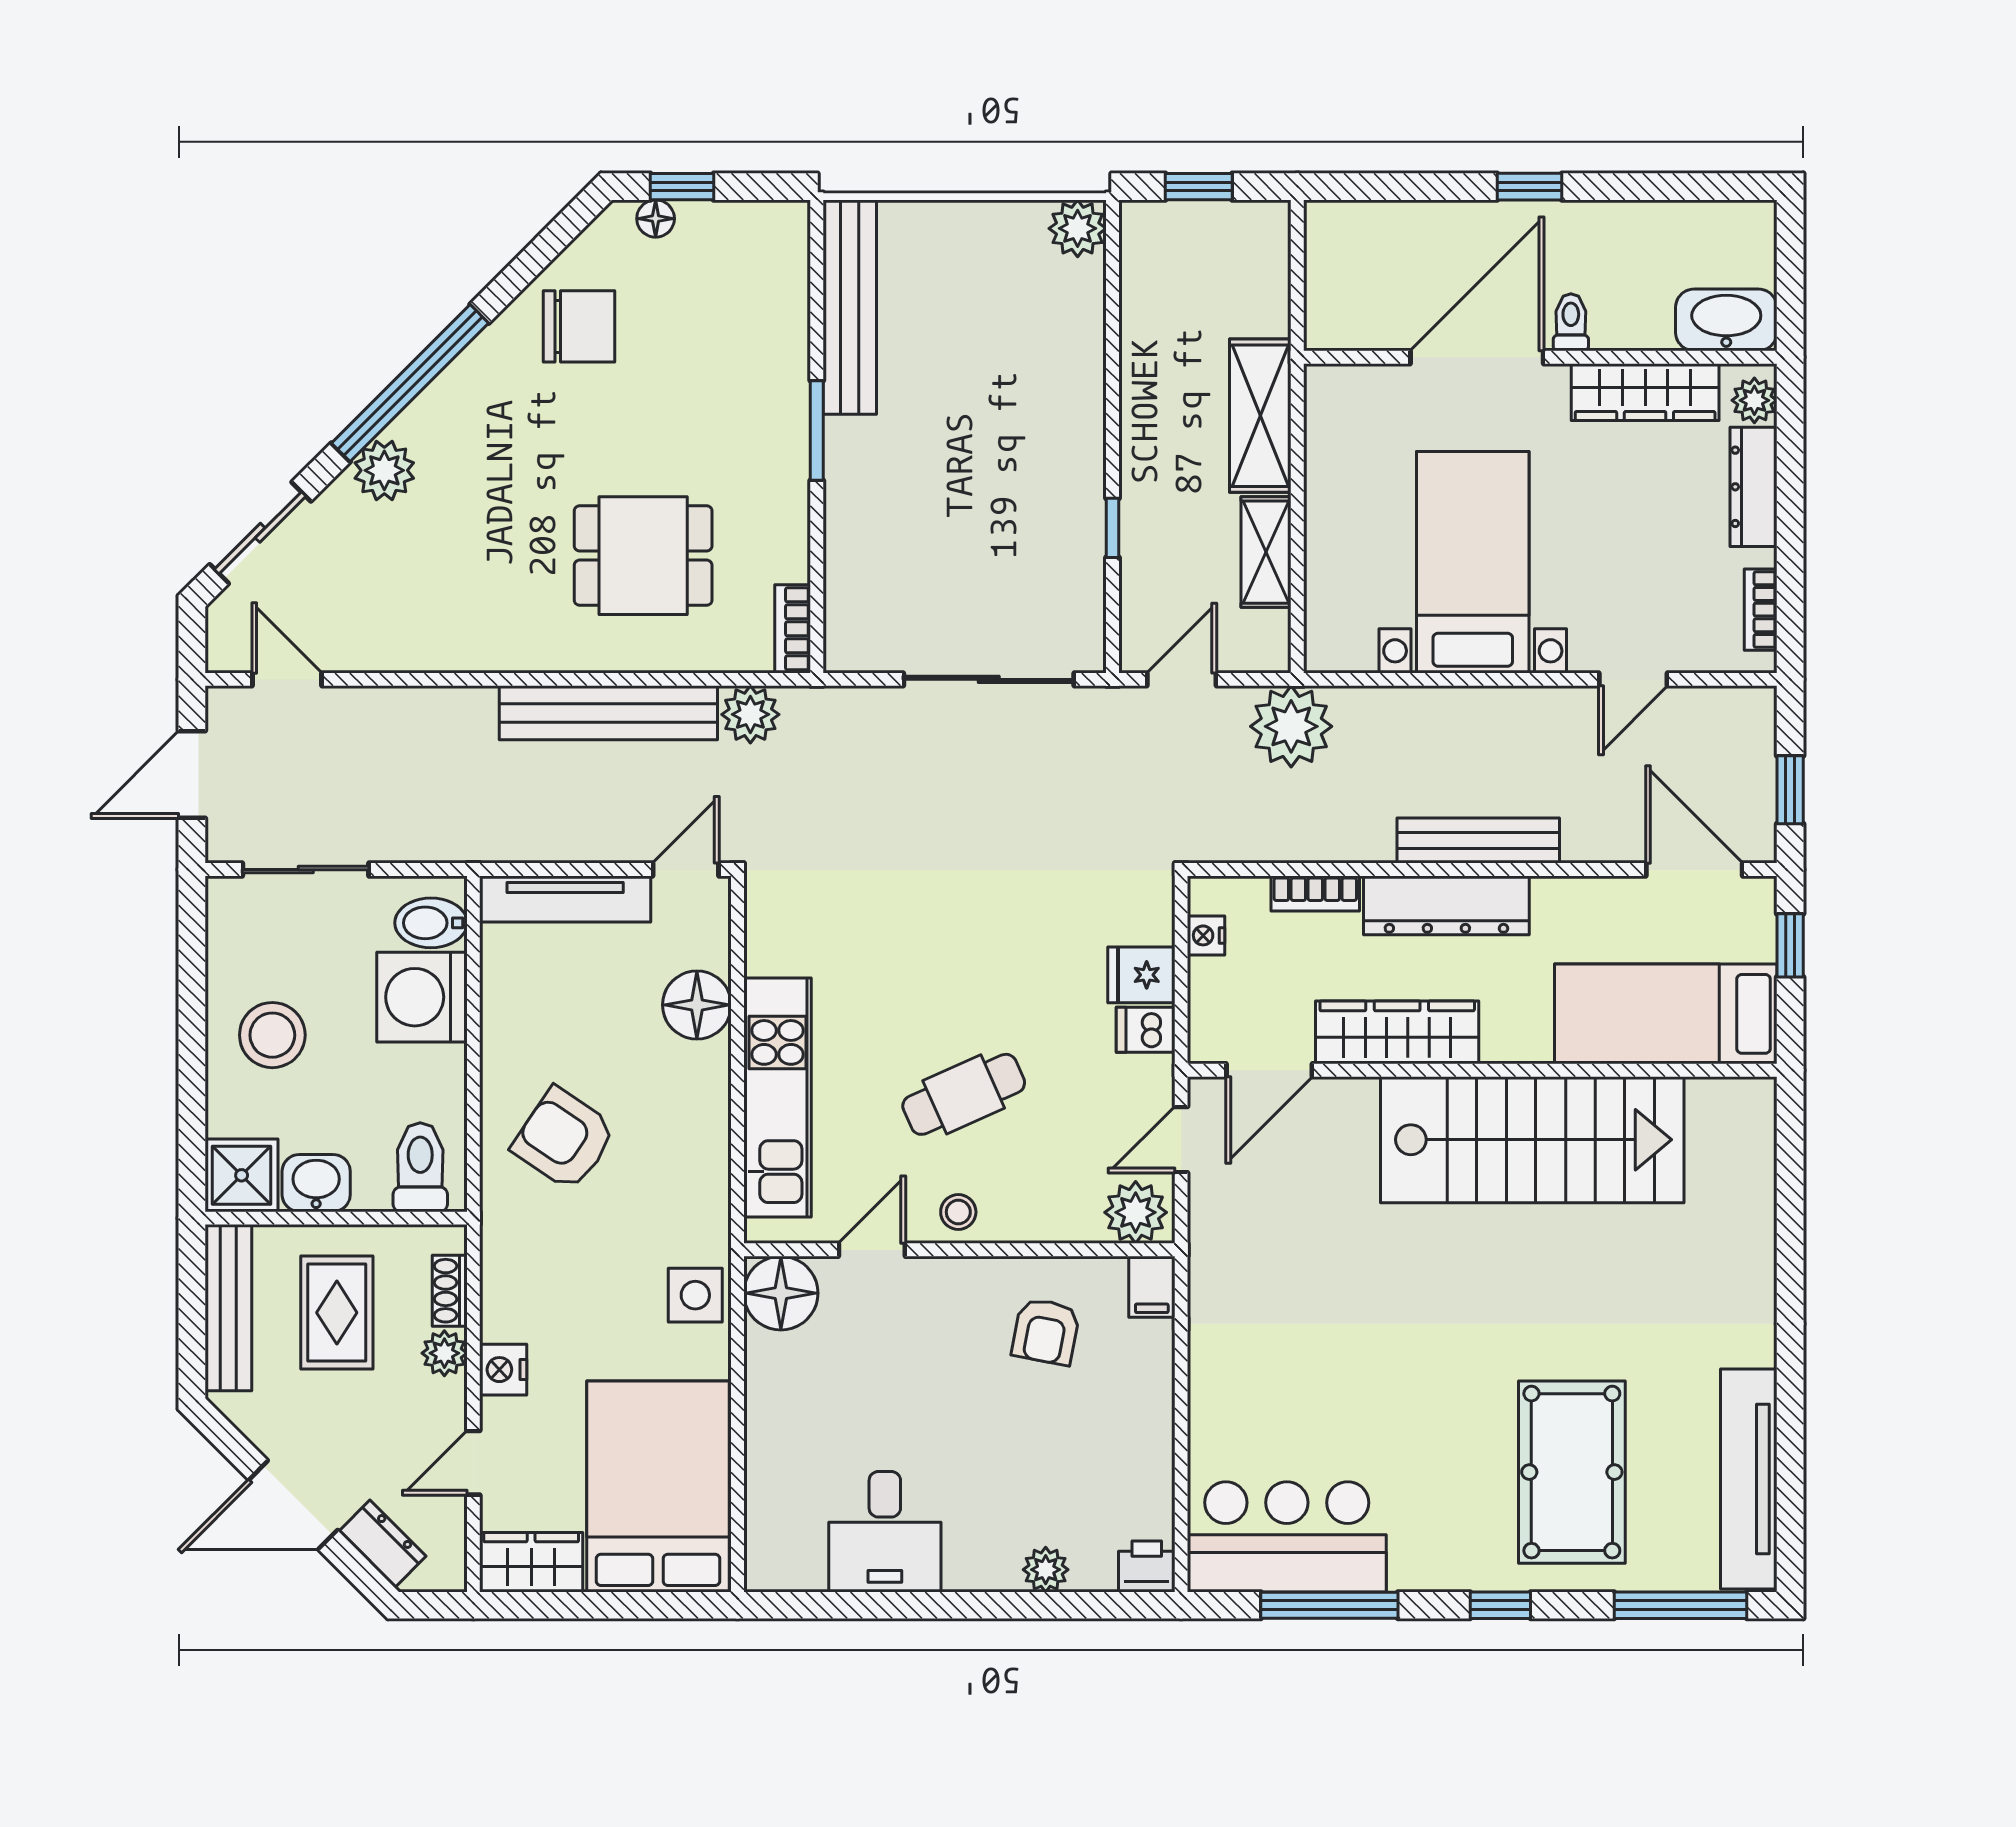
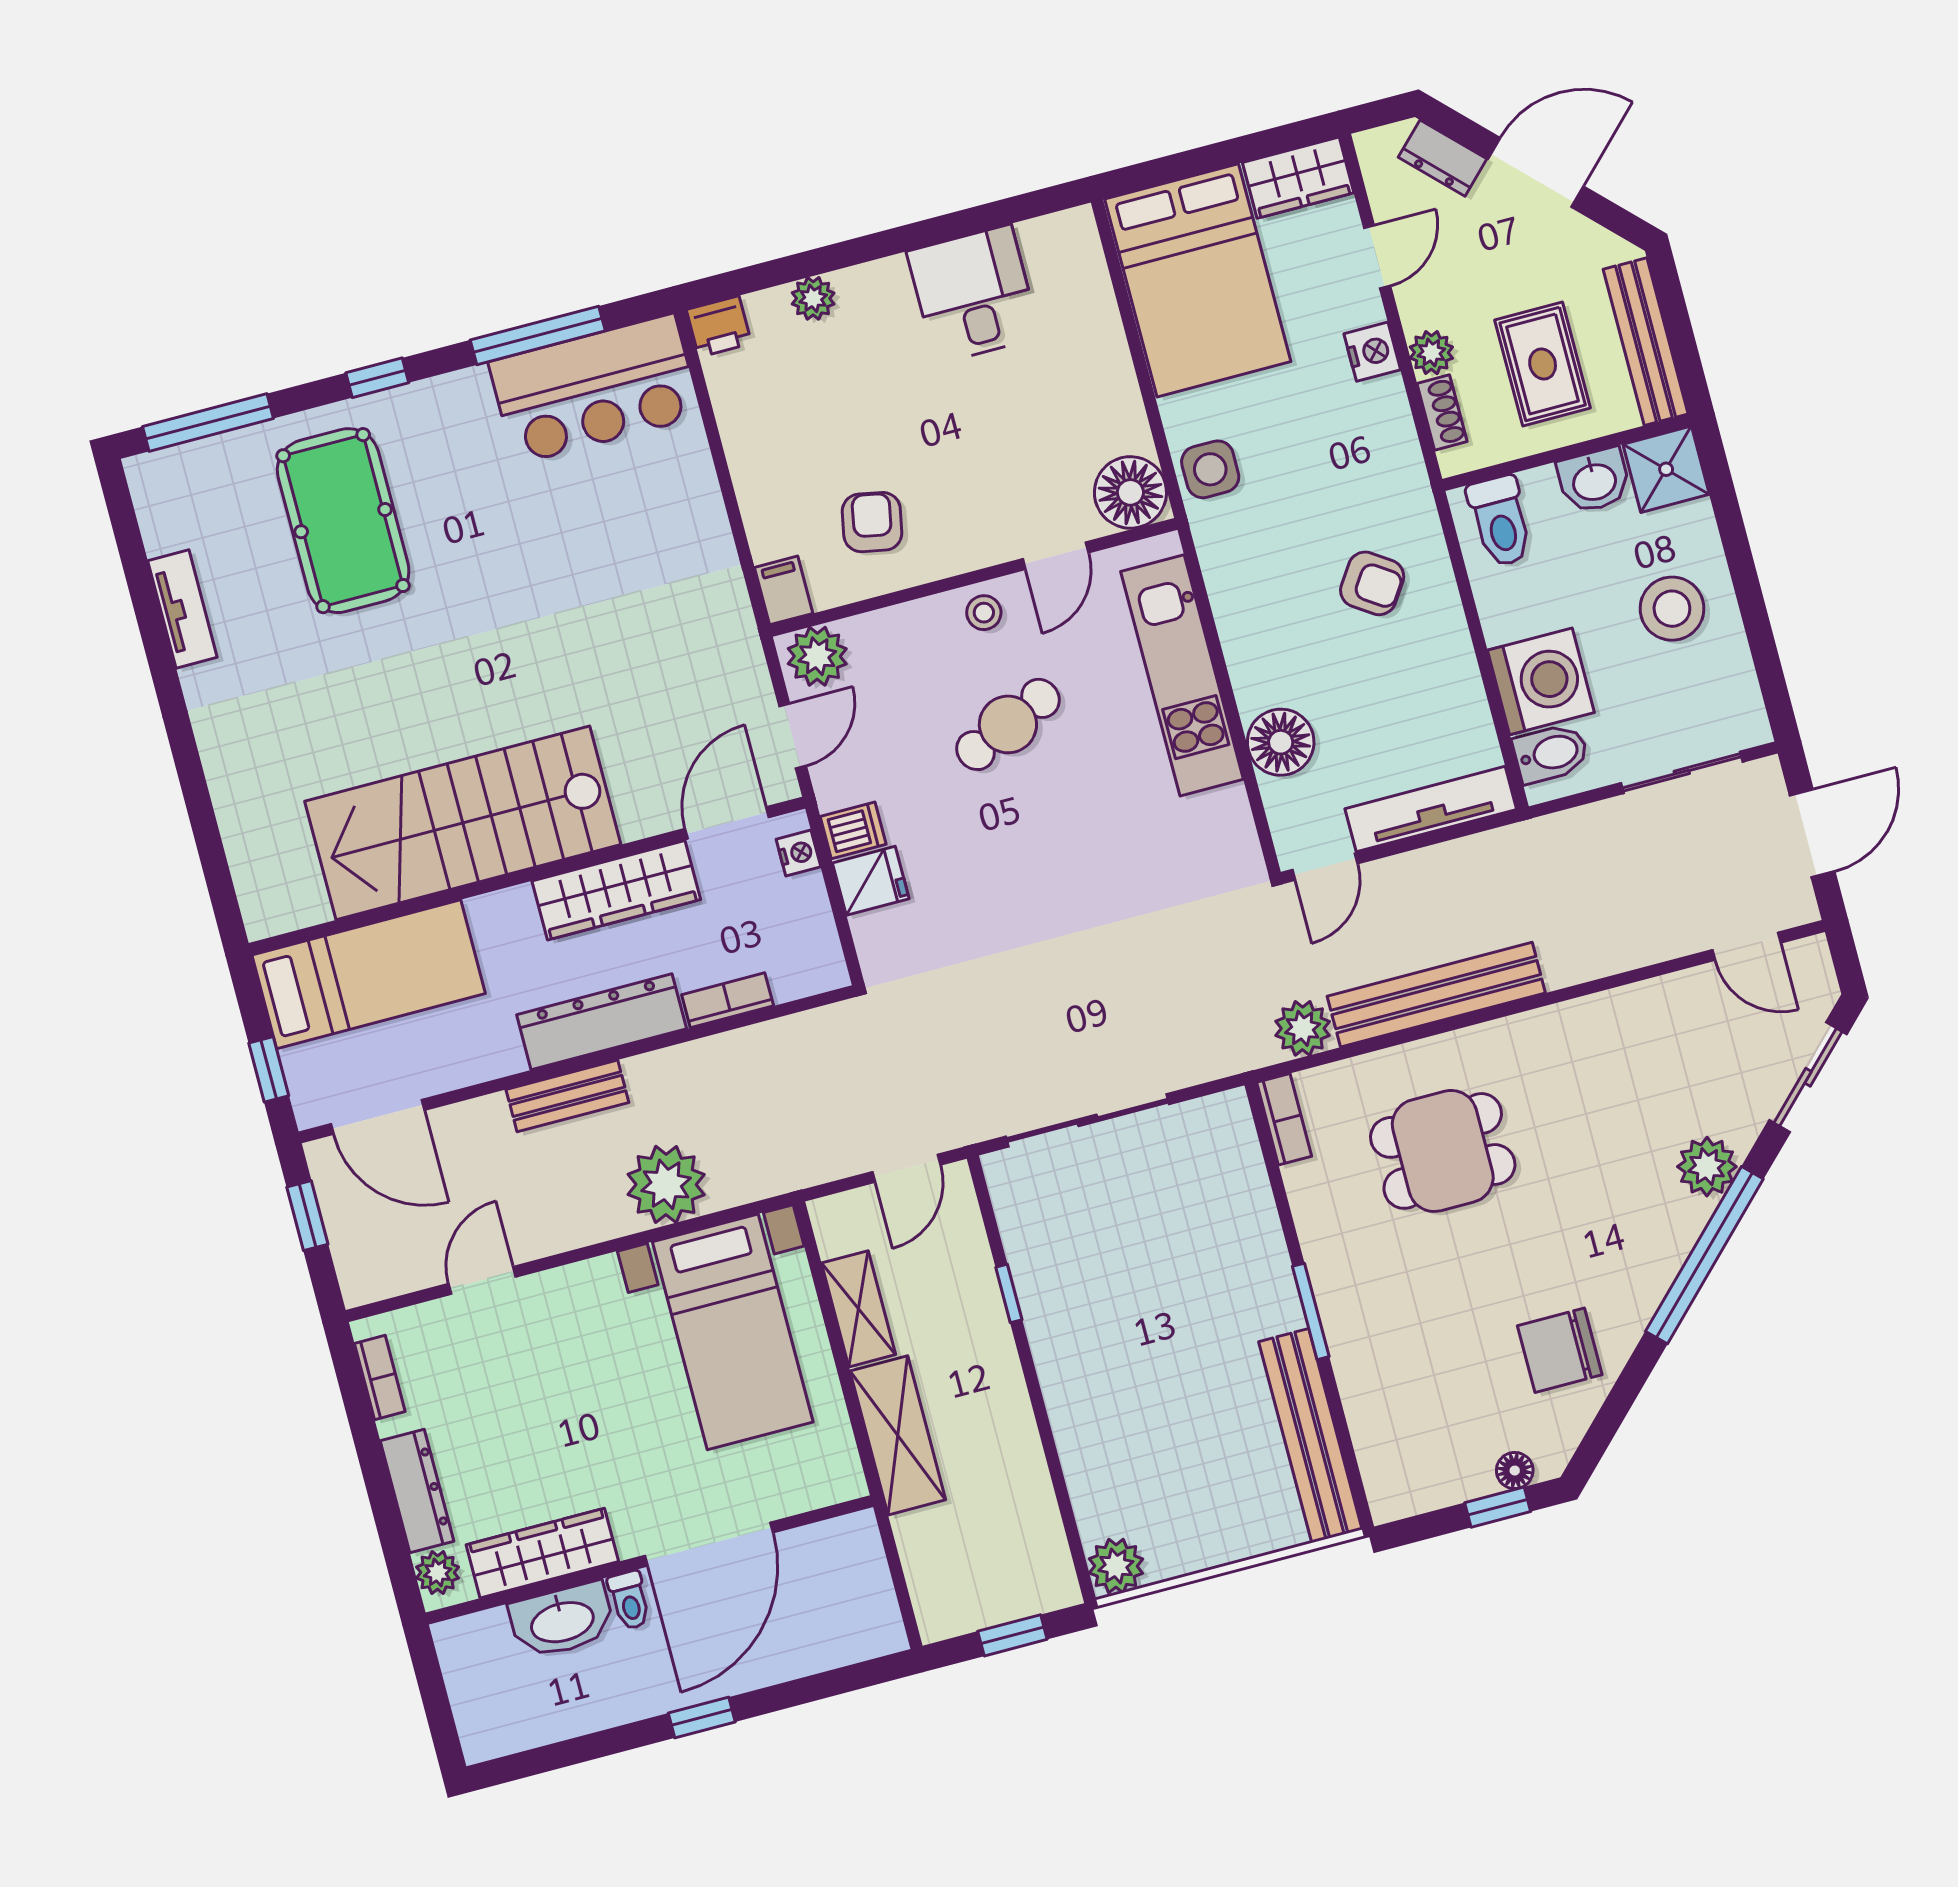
washbasin: (1726, 320) -> (562, 1620), moved
bed with nightstands: (1473, 562) -> (733, 1332), moved
plant: (1291, 726) -> (666, 1184), moved
bench: (1478, 840) -> (567, 1096), width x0.73
nightstand: (1206, 935) -> (798, 853), moved
armchair: (564, 1139) -> (1372, 583), width x0.72, depth x0.72
tv unit: (1749, 1479) -> (182, 609), width x0.52, depth x0.78

